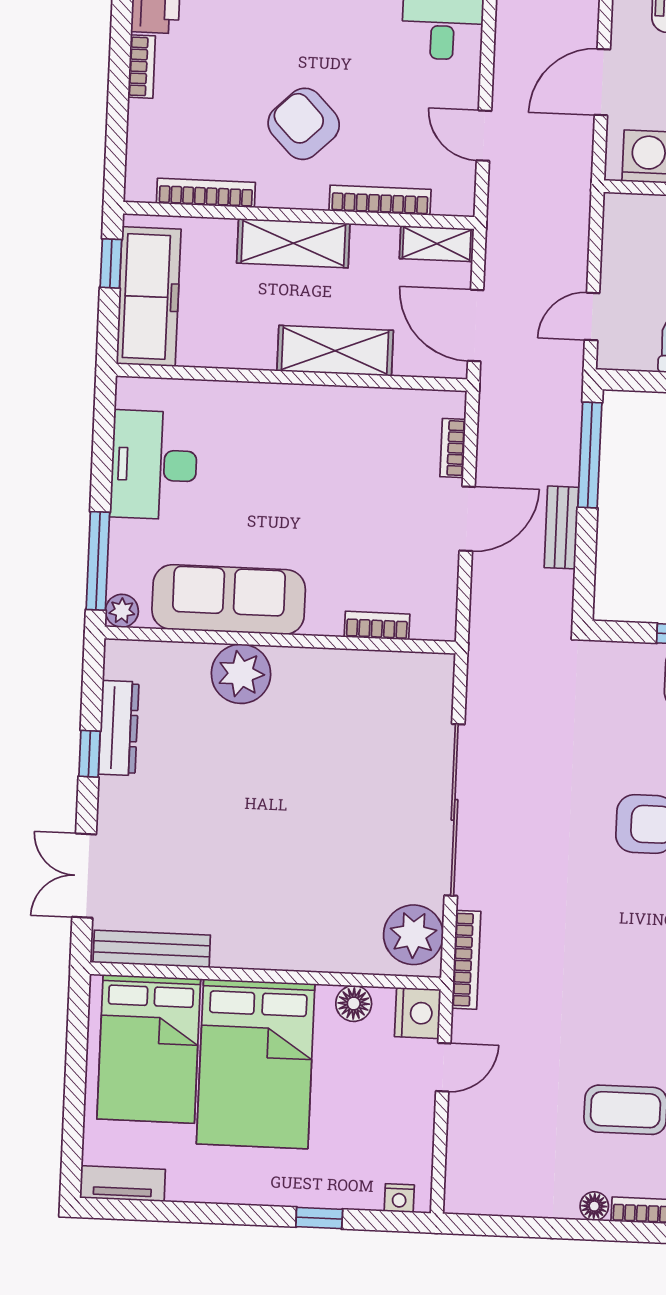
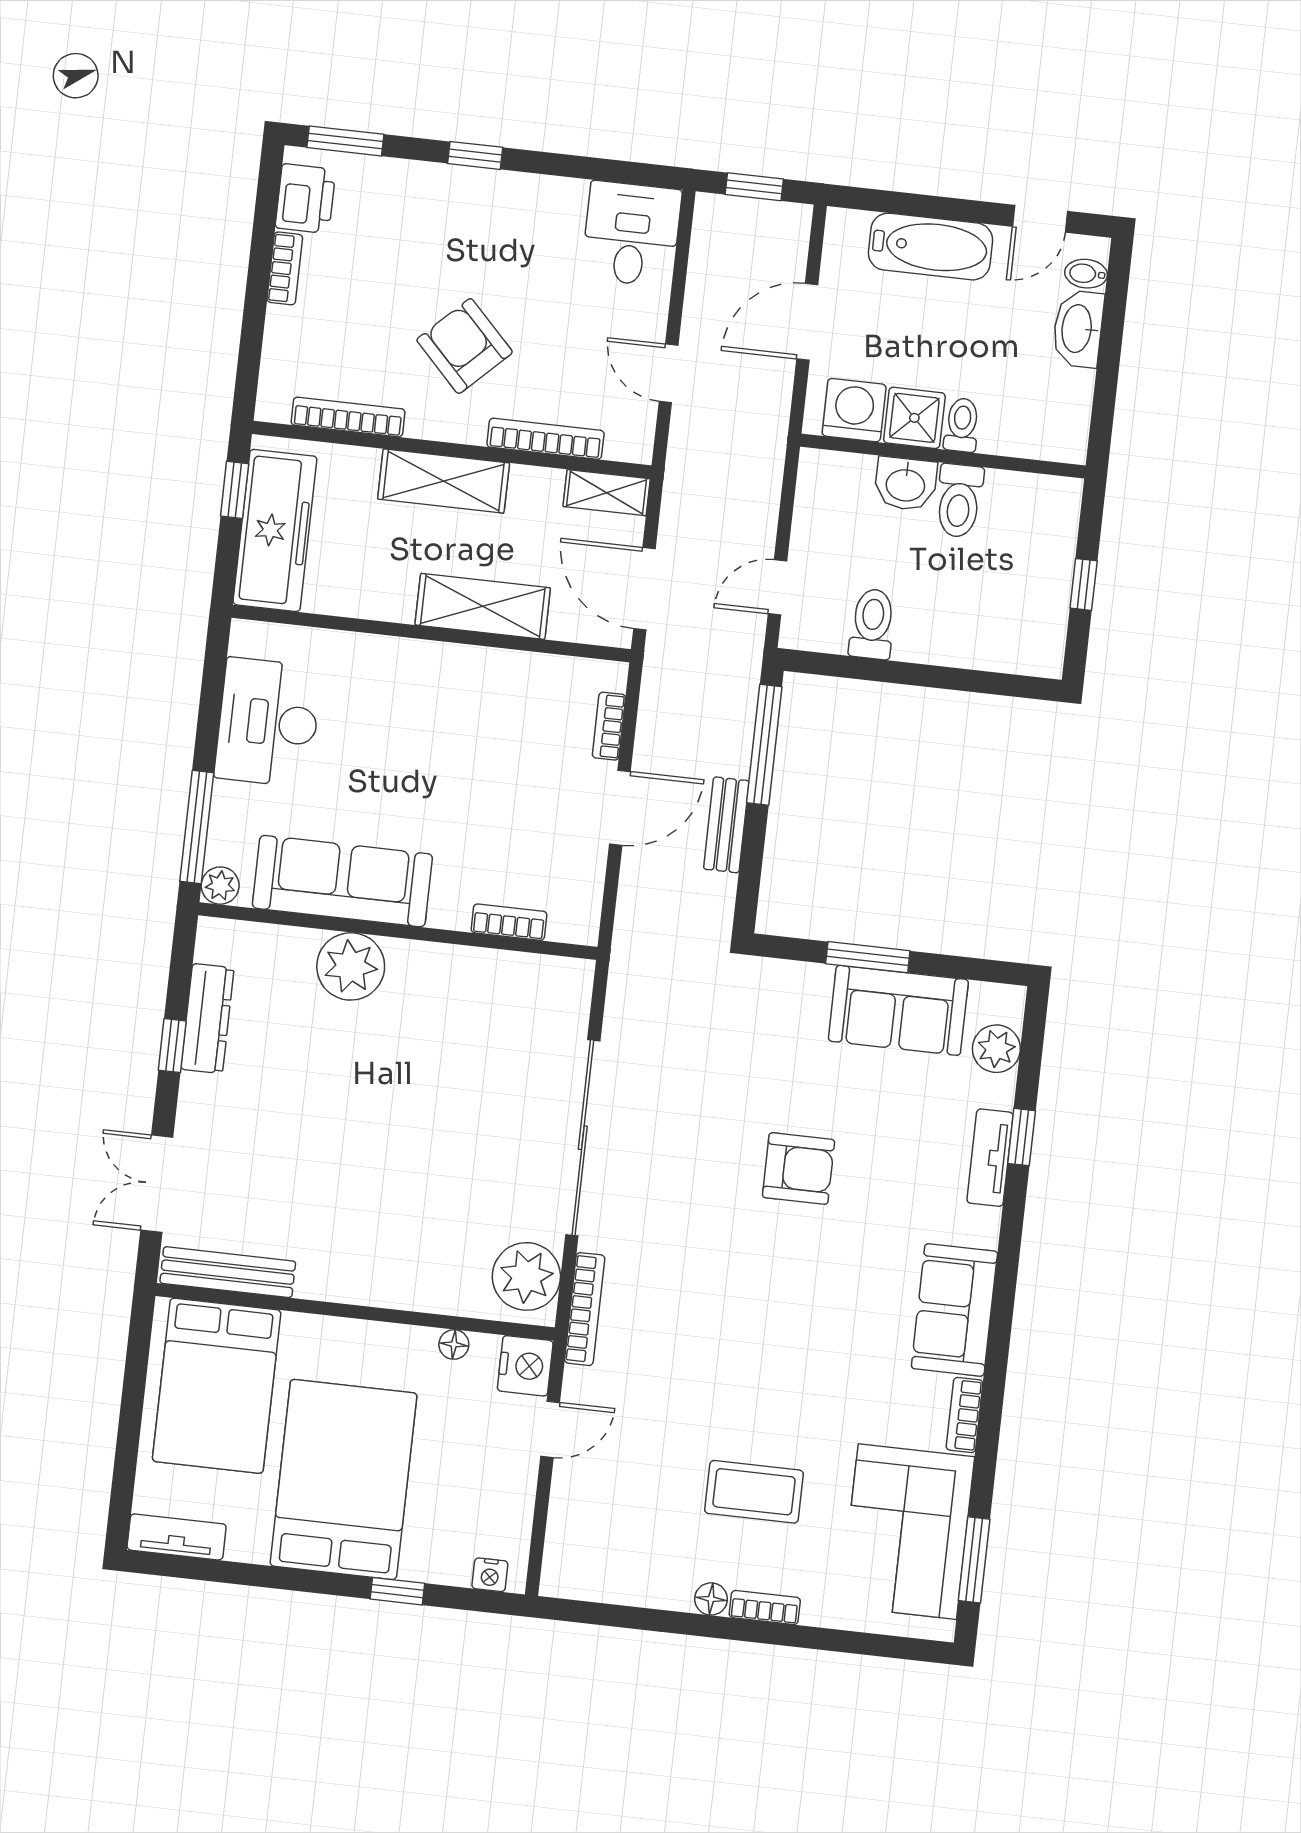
floor lamp: (354, 1003) -> (454, 1344), width x0.73, depth x0.73
bed: (256, 1064) -> (343, 1479), moved, turned 180

